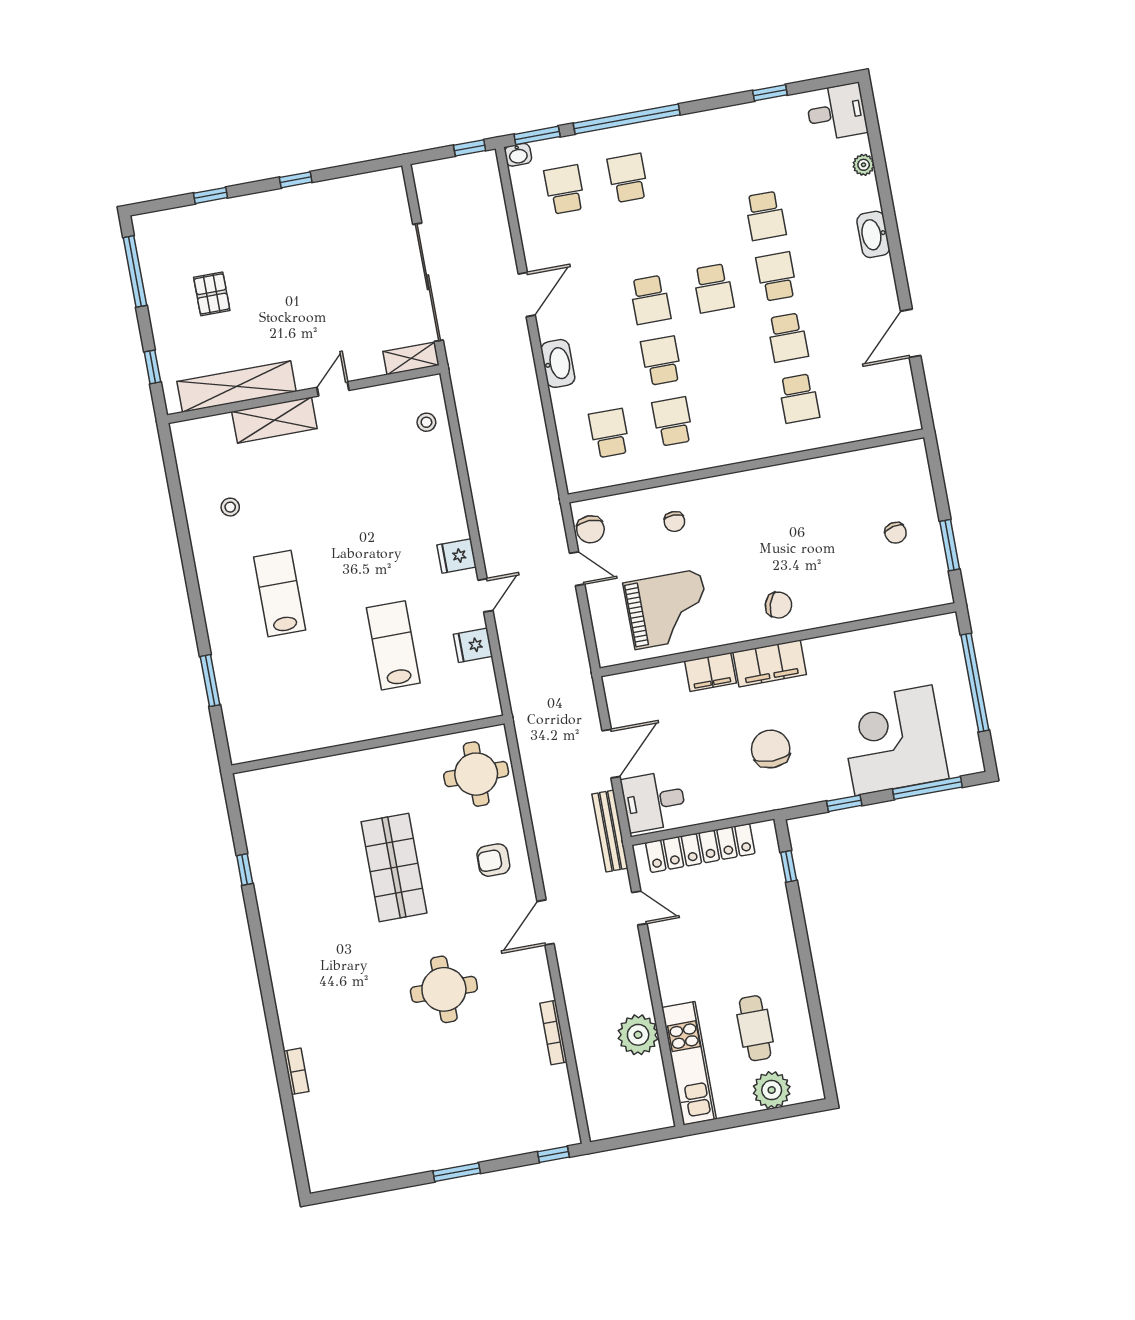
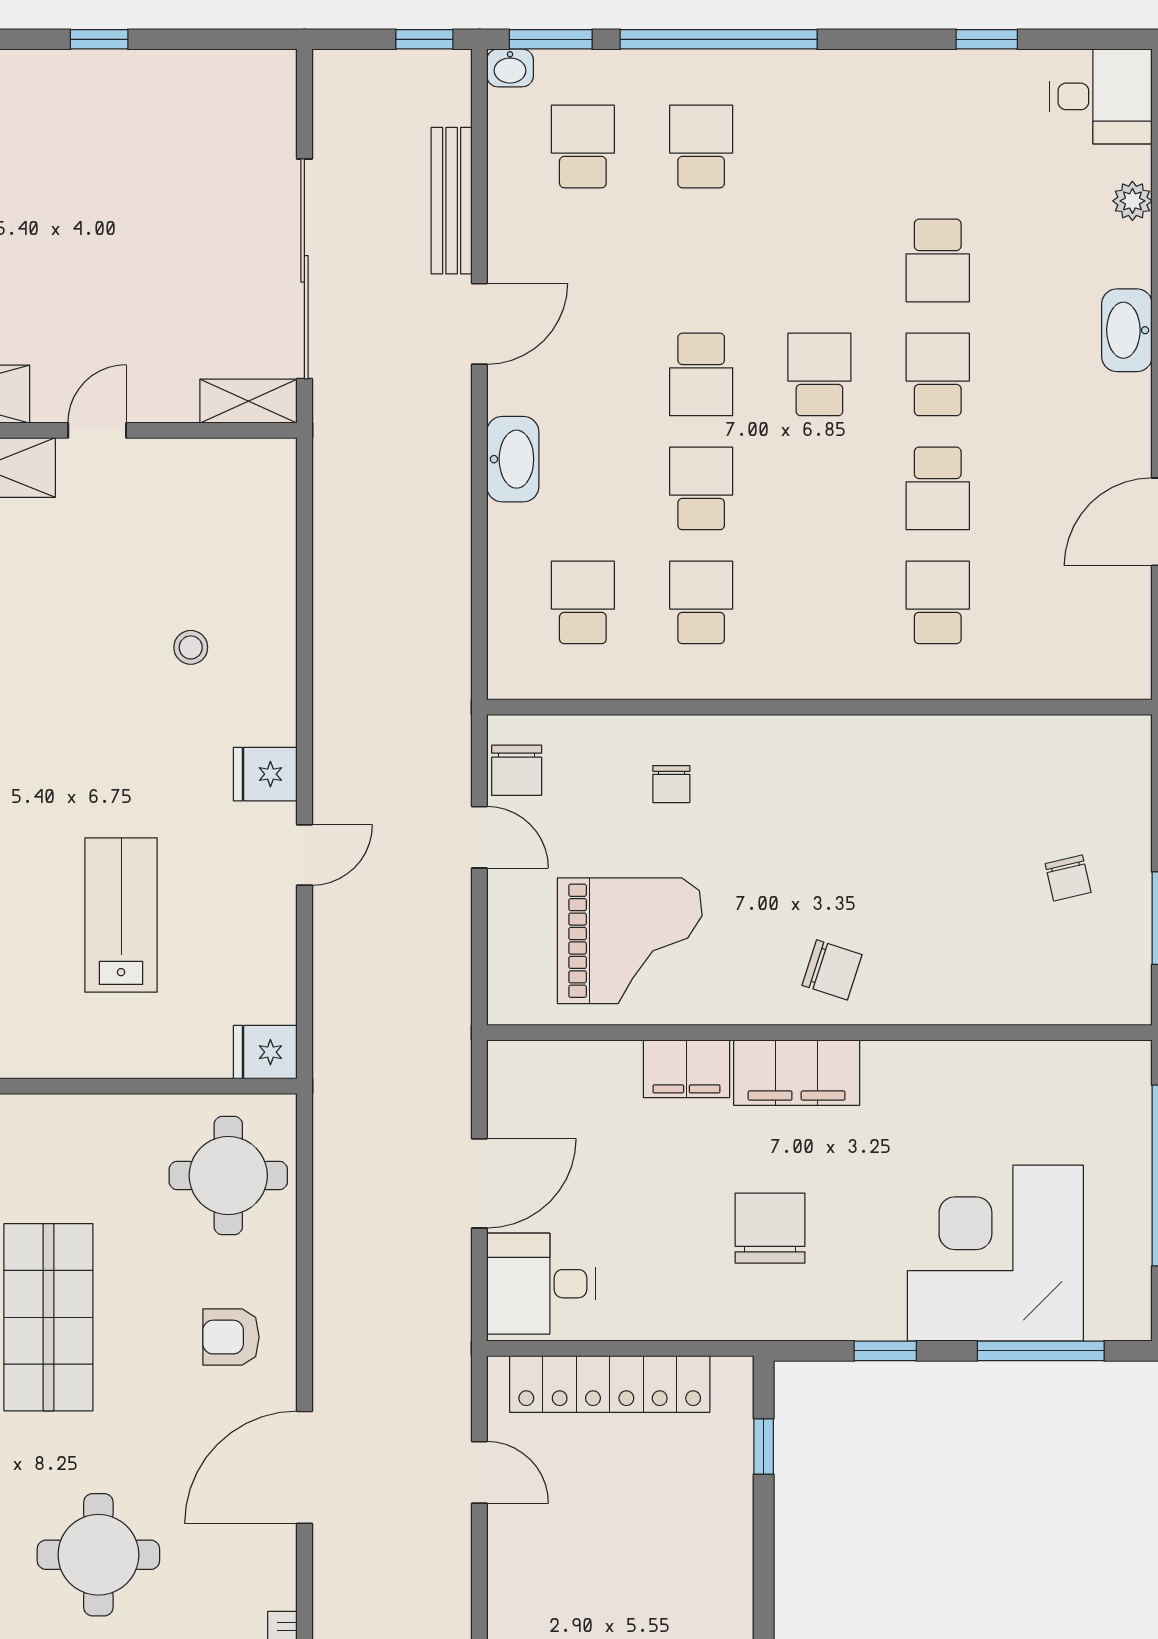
school desk: (713, 288) -> (819, 374), turned 180
school desk: (799, 398) -> (938, 602), turned 180
stool: (426, 422) -> (191, 647), moved
fridge: (473, 645) -> (265, 1052), moved
bench: (610, 831) -> (452, 201), moved
door: (545, 922) -> (304, 1467), width x1.36

